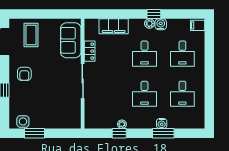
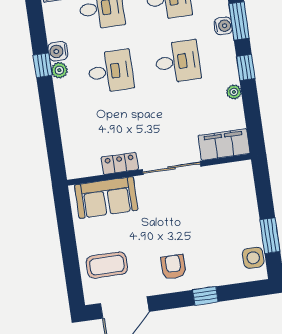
filing cabinet: (114, 26) -> (224, 144), moved, turned -90
armchair: (24, 74) -> (173, 267), turned -90
window: (119, 133) -> (246, 68), moved

